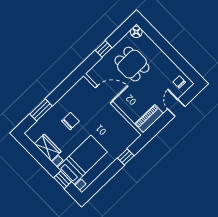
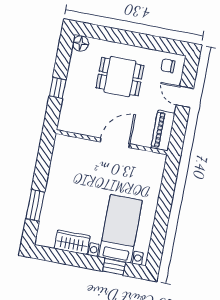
dining table: (132, 64) -> (120, 77), moved
door: (104, 95) -> (115, 143), moved
chair: (70, 121) -> (77, 195), removed
window: (126, 157) -> (167, 191), removed

